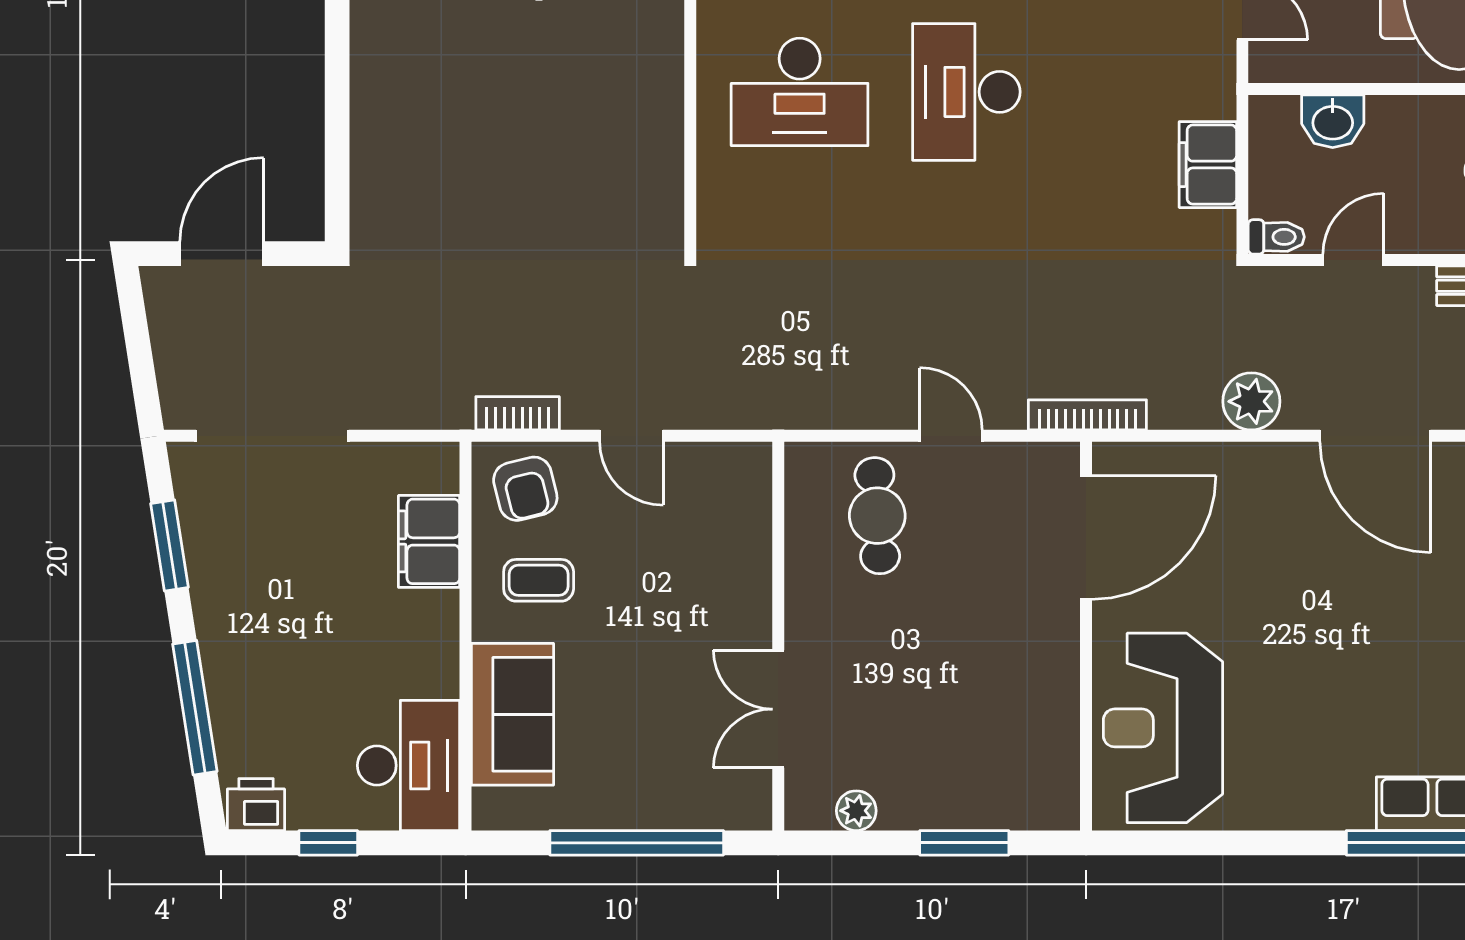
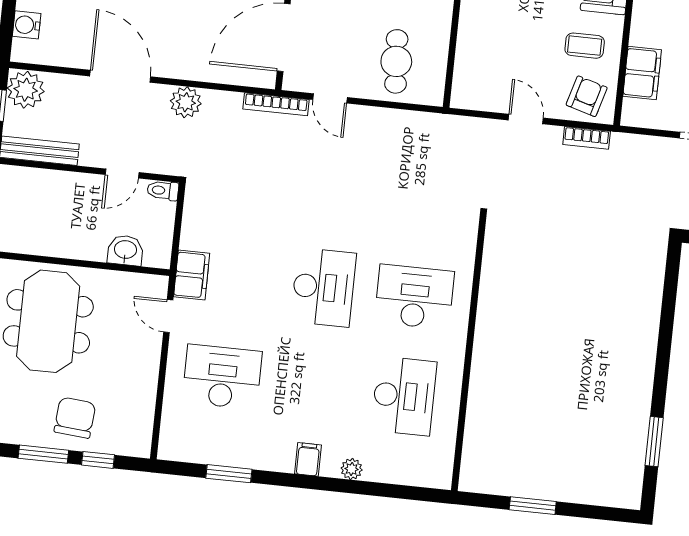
filing cabinet: (1208, 165) -> (192, 275), moved
door: (951, 436) -> (330, 98), moved
armchair: (525, 489) -> (587, 96), turned 30

